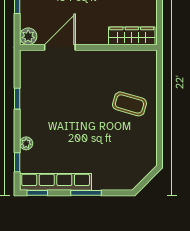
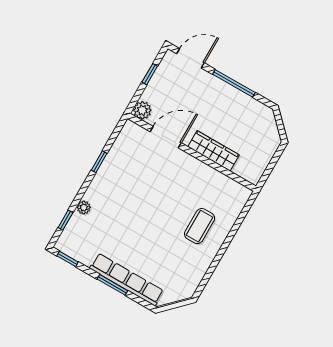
wardrobe: (132, 36) -> (213, 151), moved
coffee table: (129, 104) -> (200, 226), turned 74
row of seats: (56, 182) -> (127, 280), moved

